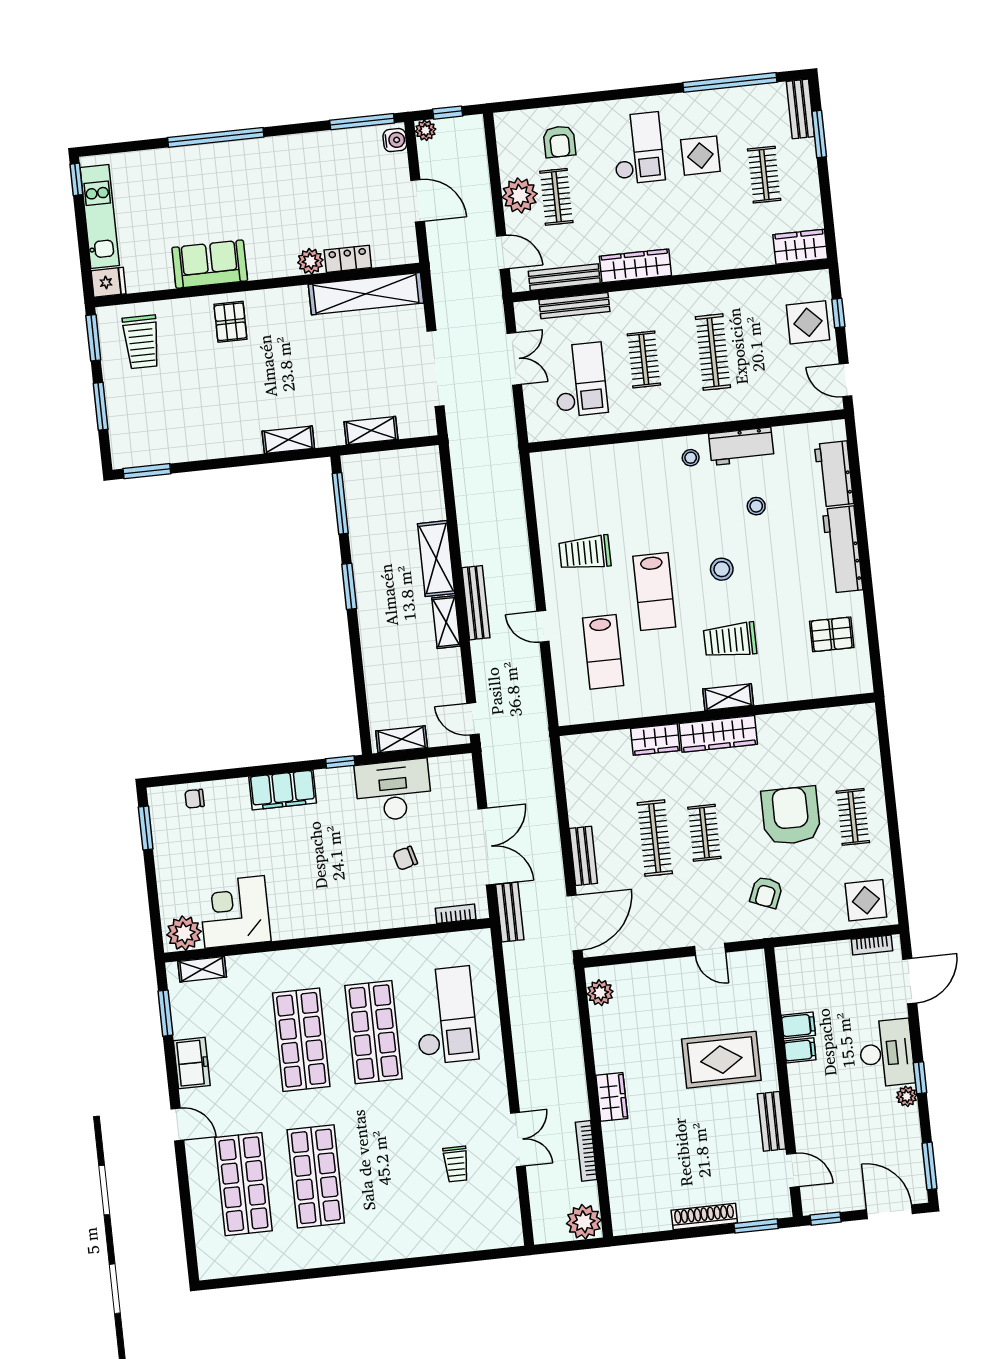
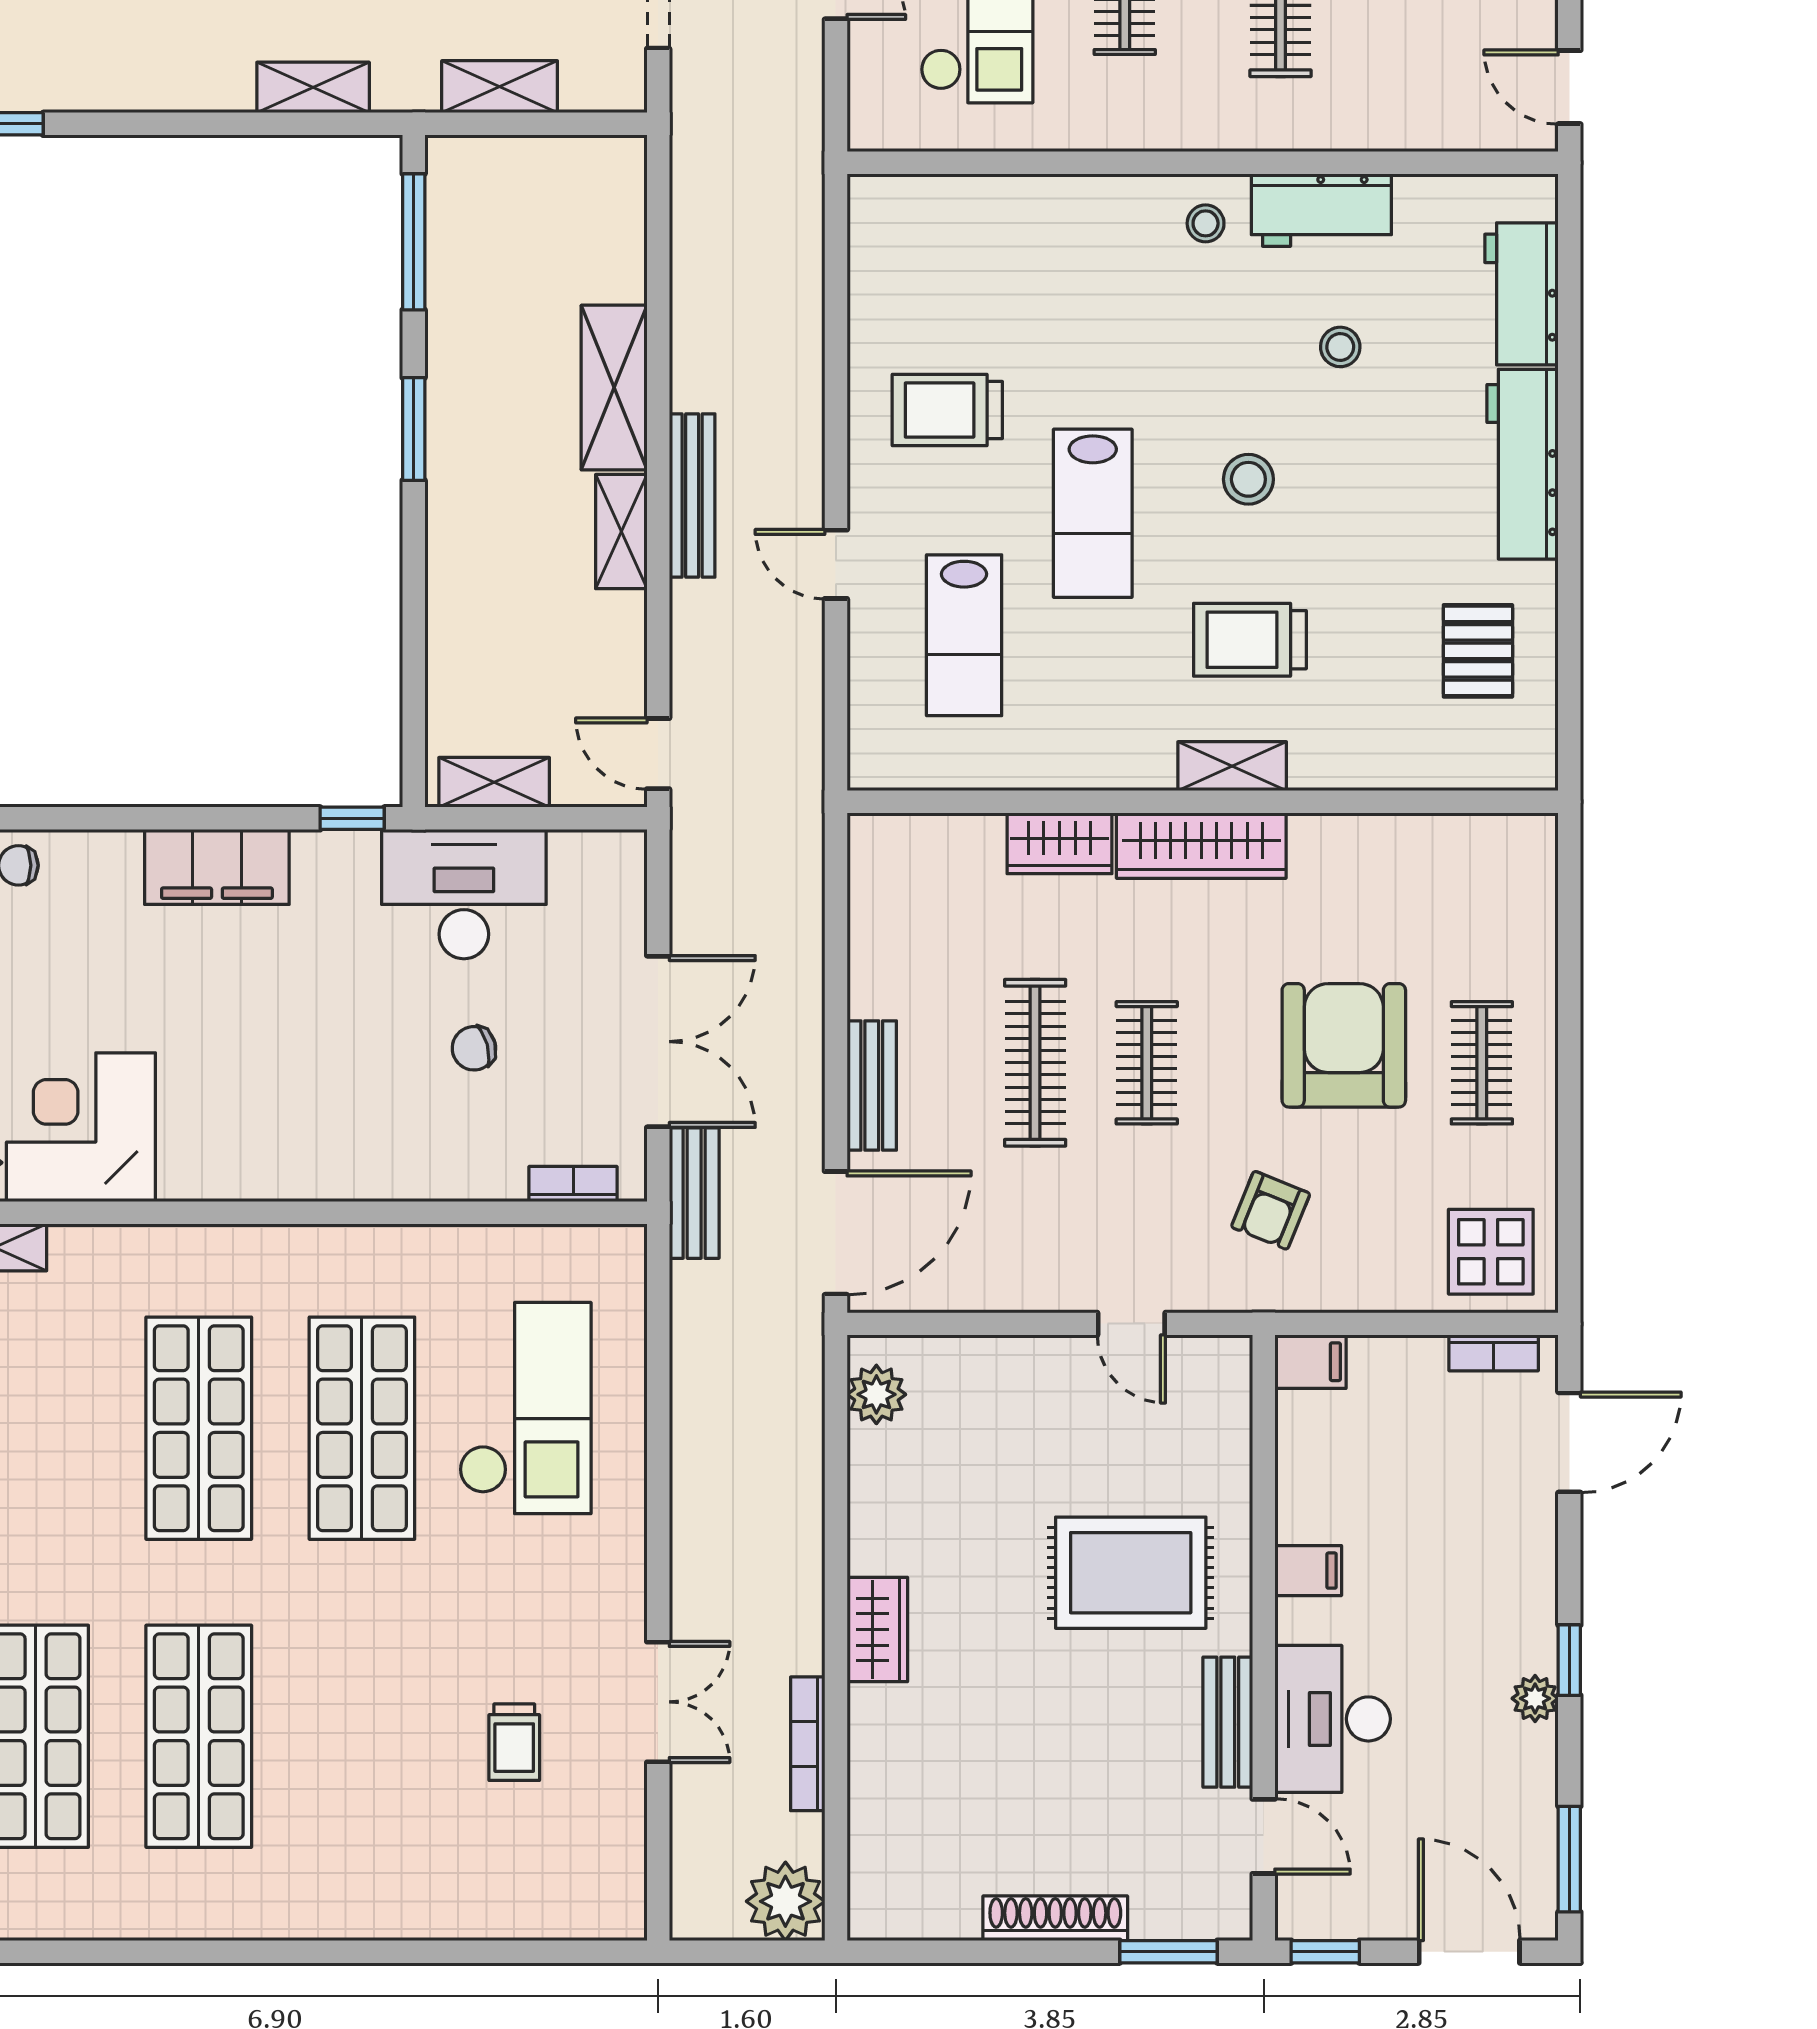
pallet: (832, 634) -> (1478, 651), turned 90
filing cabinet: (798, 1025) -> (1310, 1362), moved
desk: (887, 1053) -> (1333, 1719), moved, turned 180

